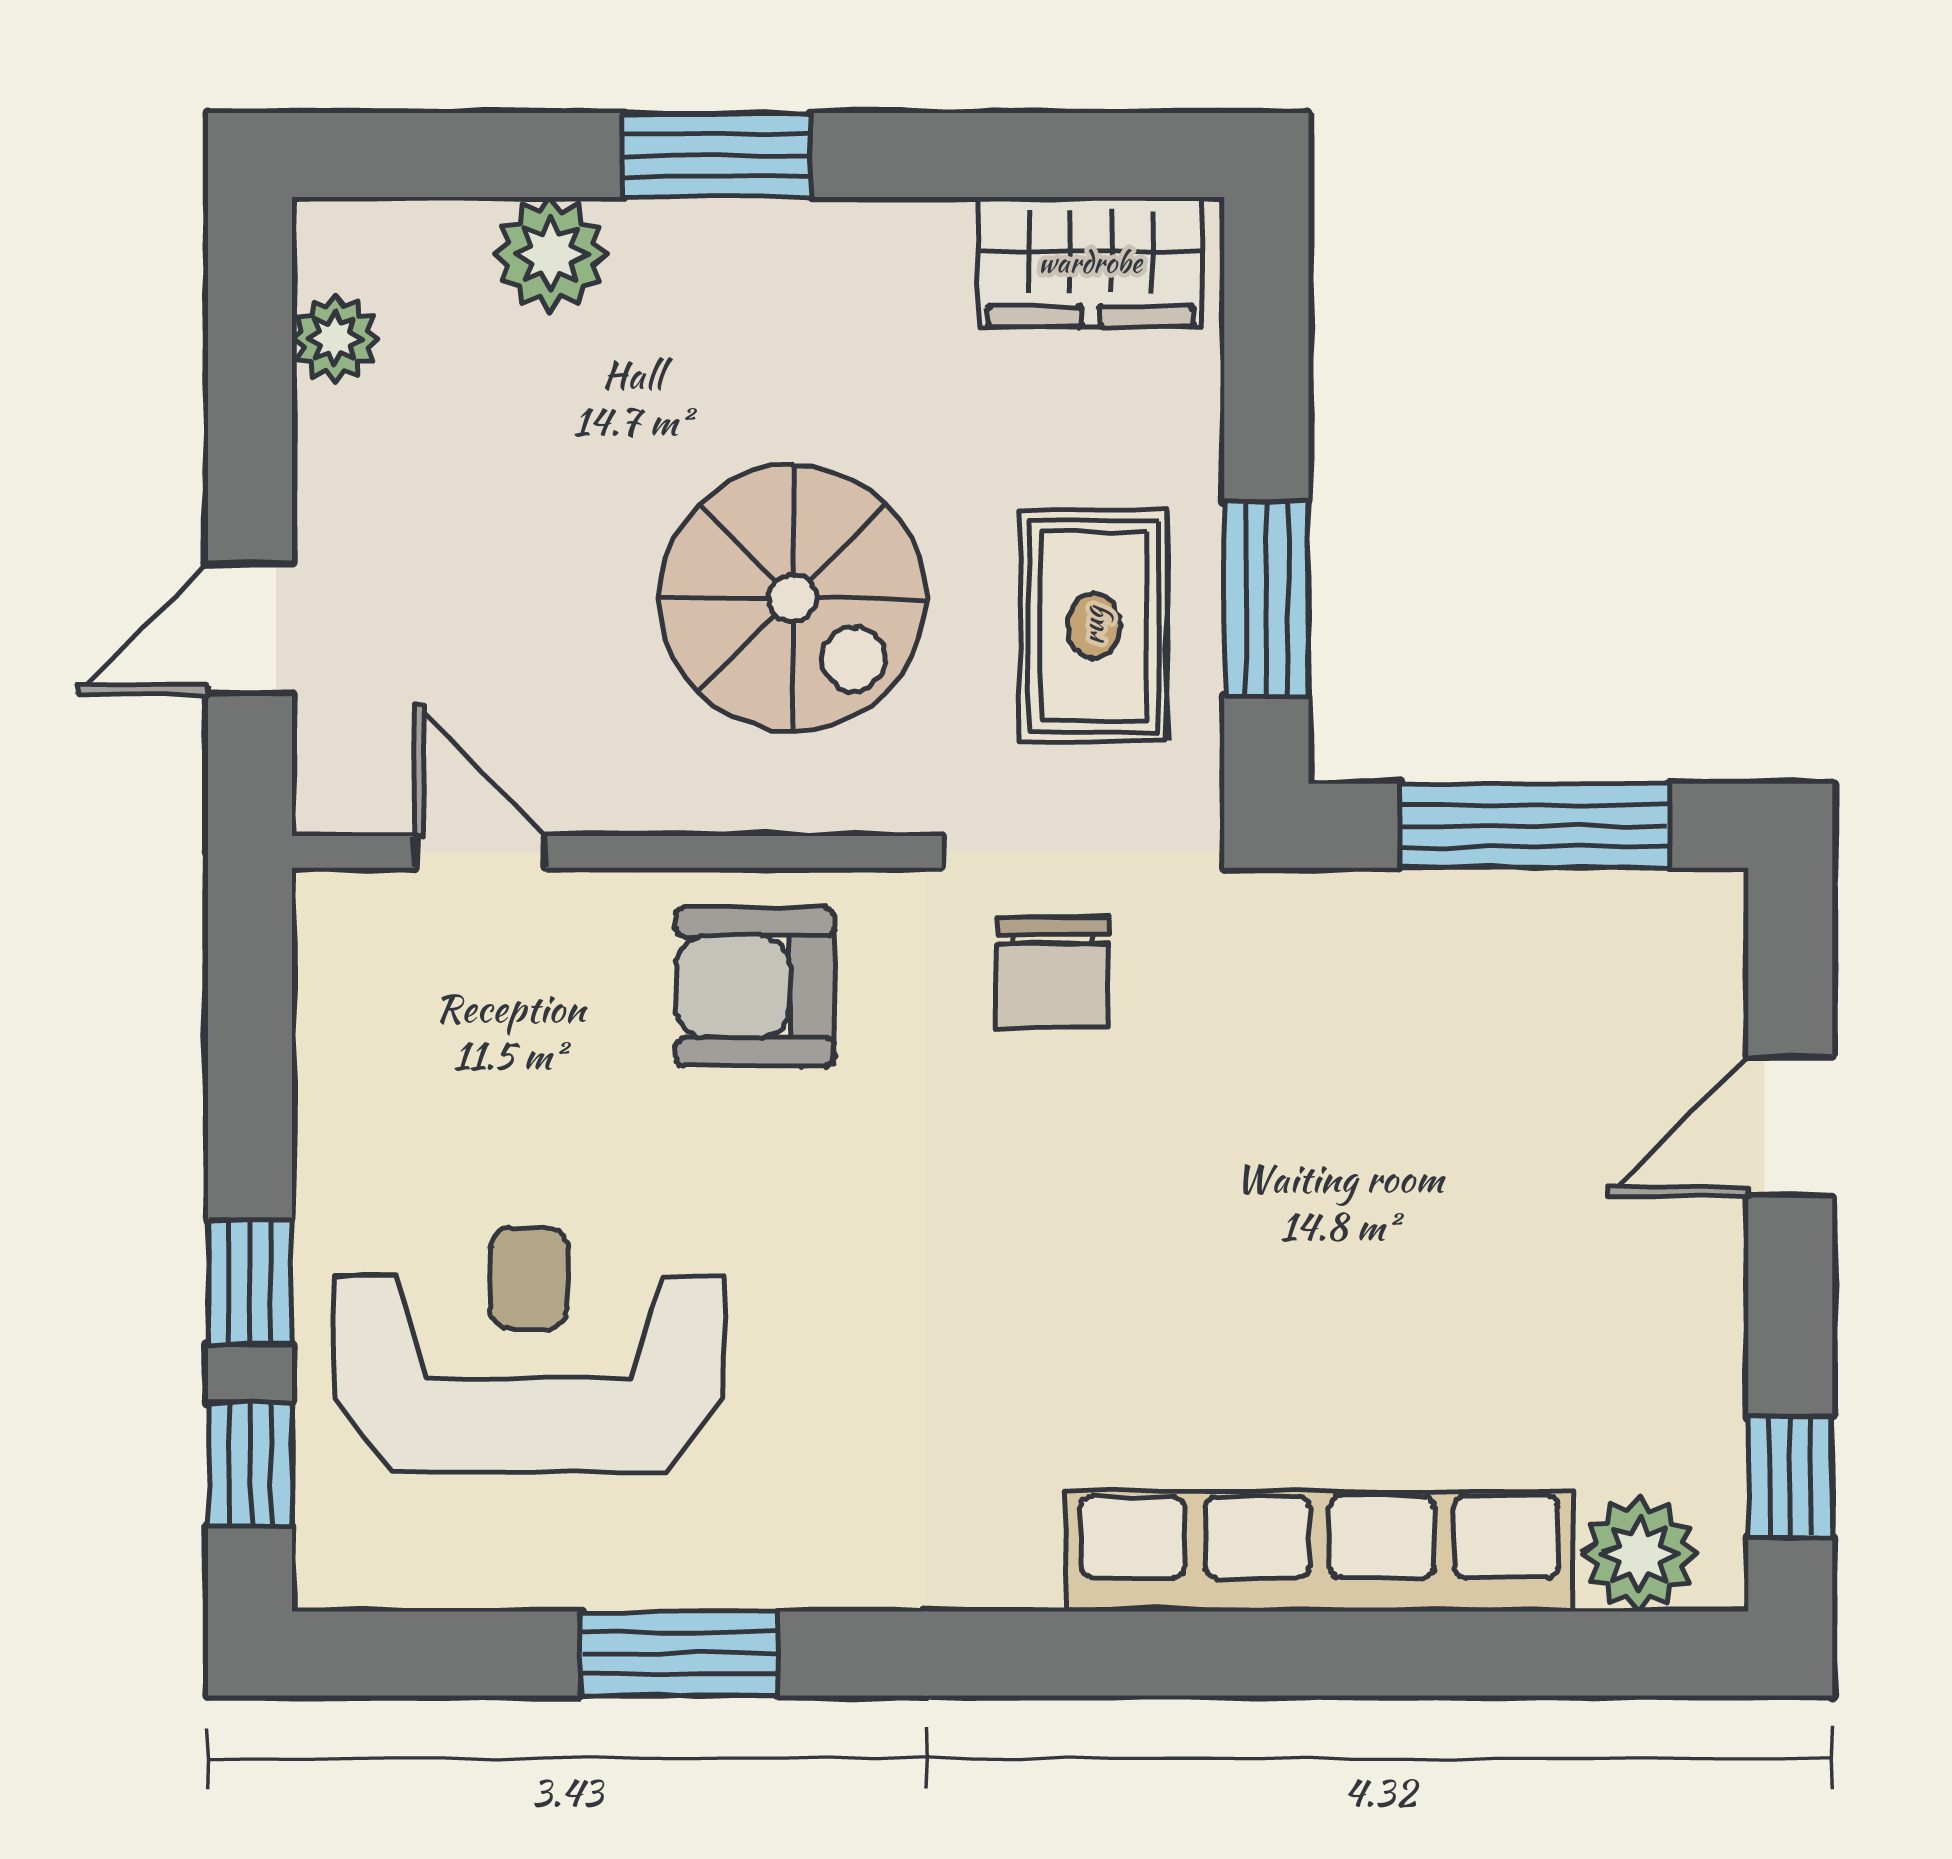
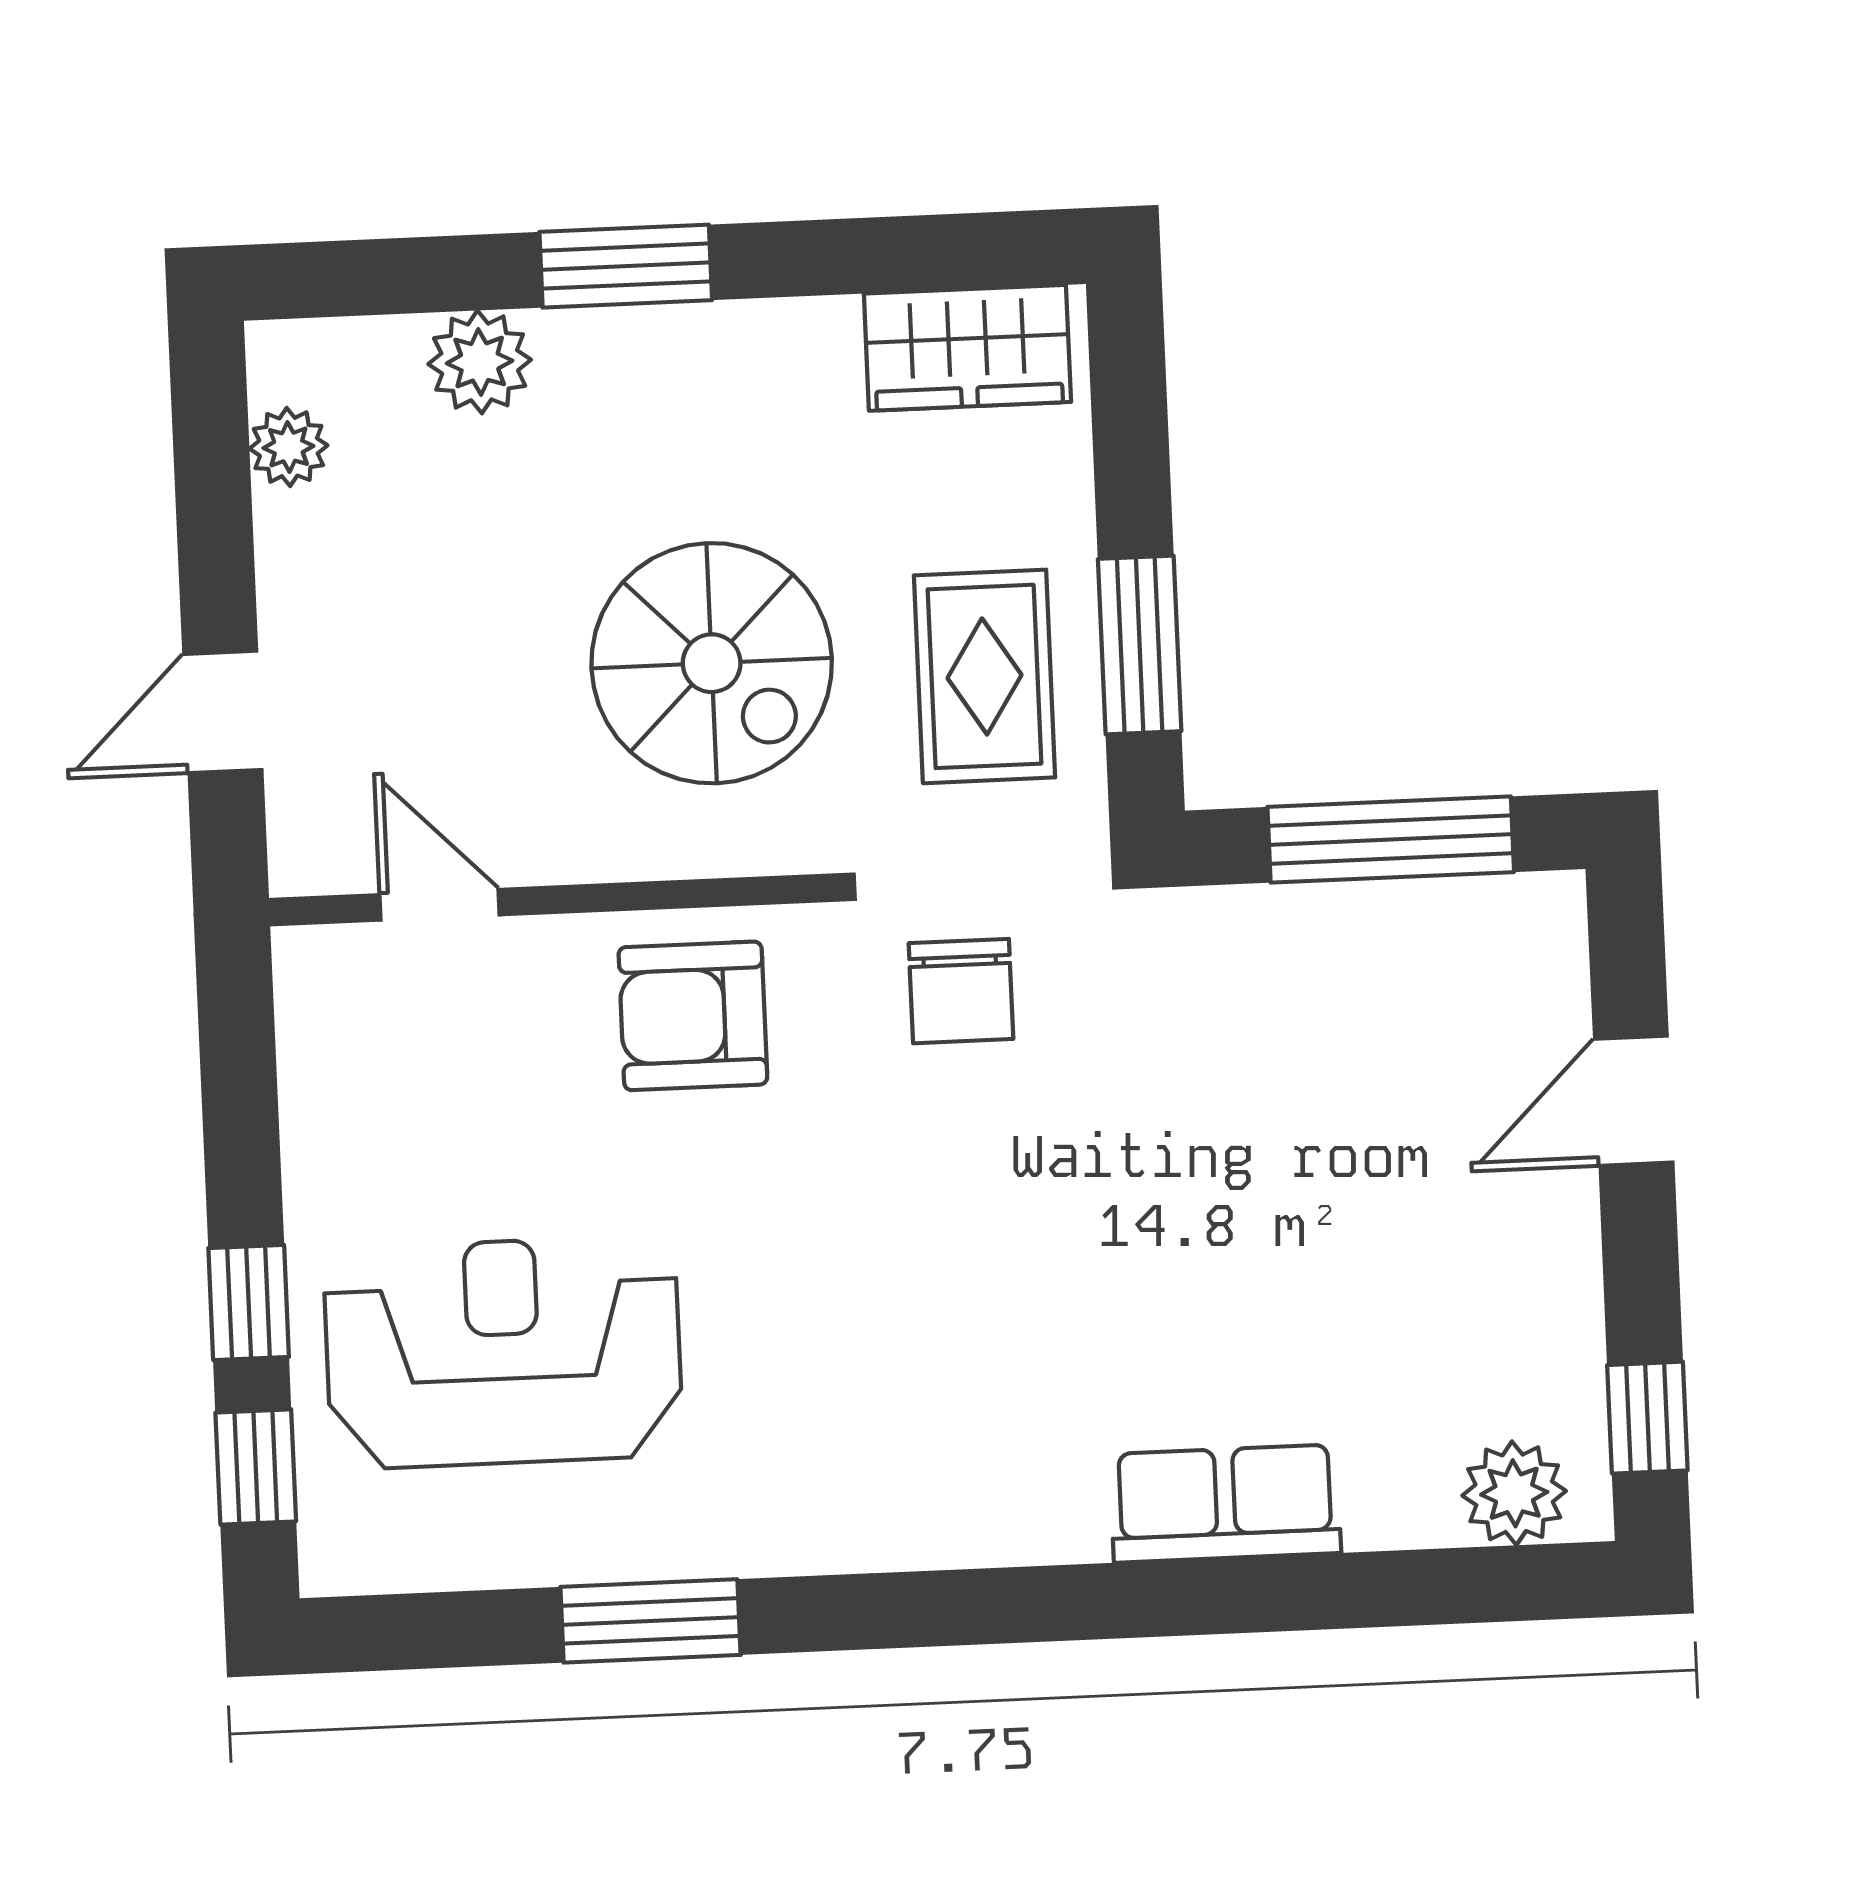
row of seats: (1320, 1551) -> (1225, 1503), width x0.50

